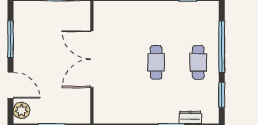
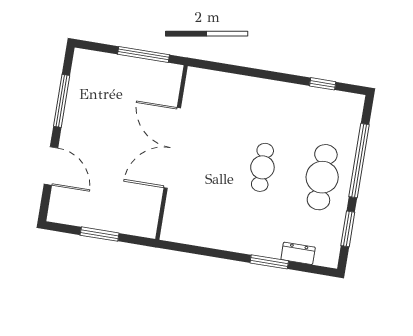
cafe table: (198, 62) -> (322, 177), width x1.37, depth x1.35
plant: (22, 110) -> (61, 204), removed

